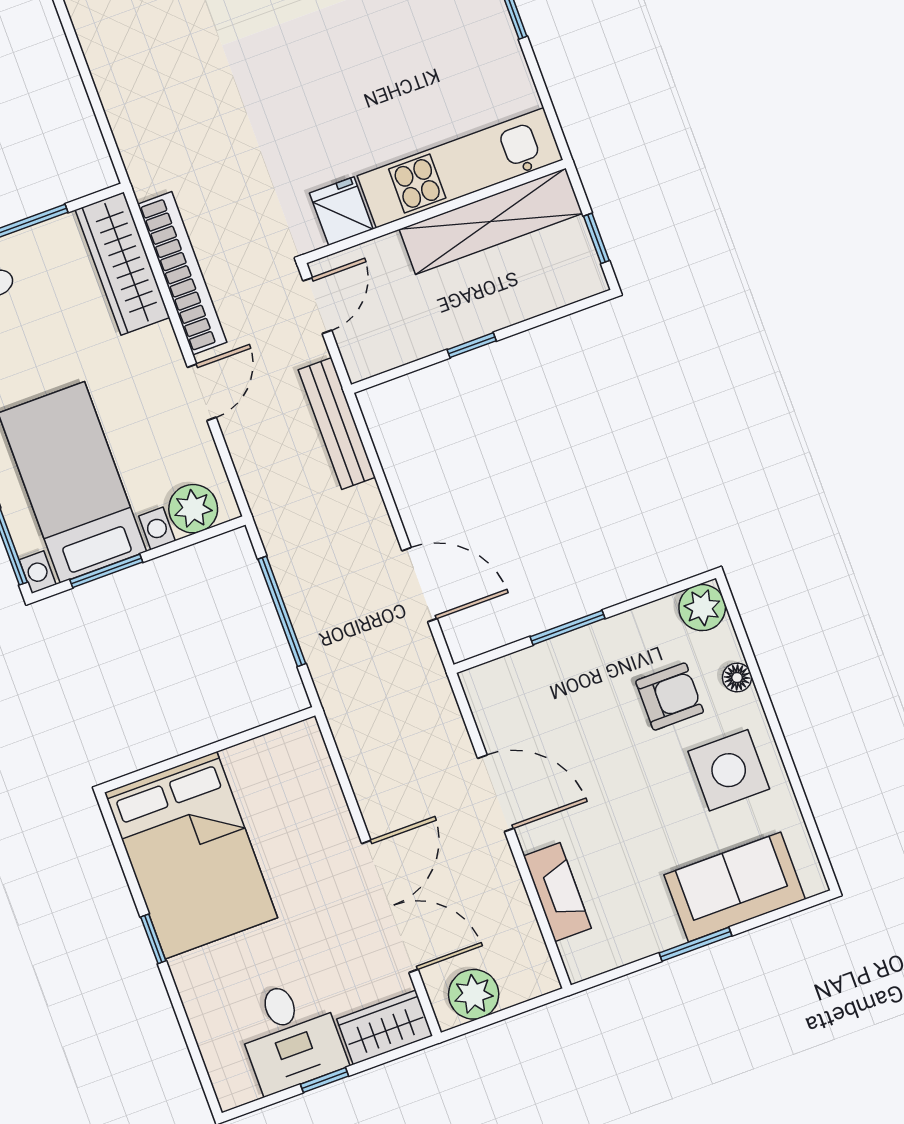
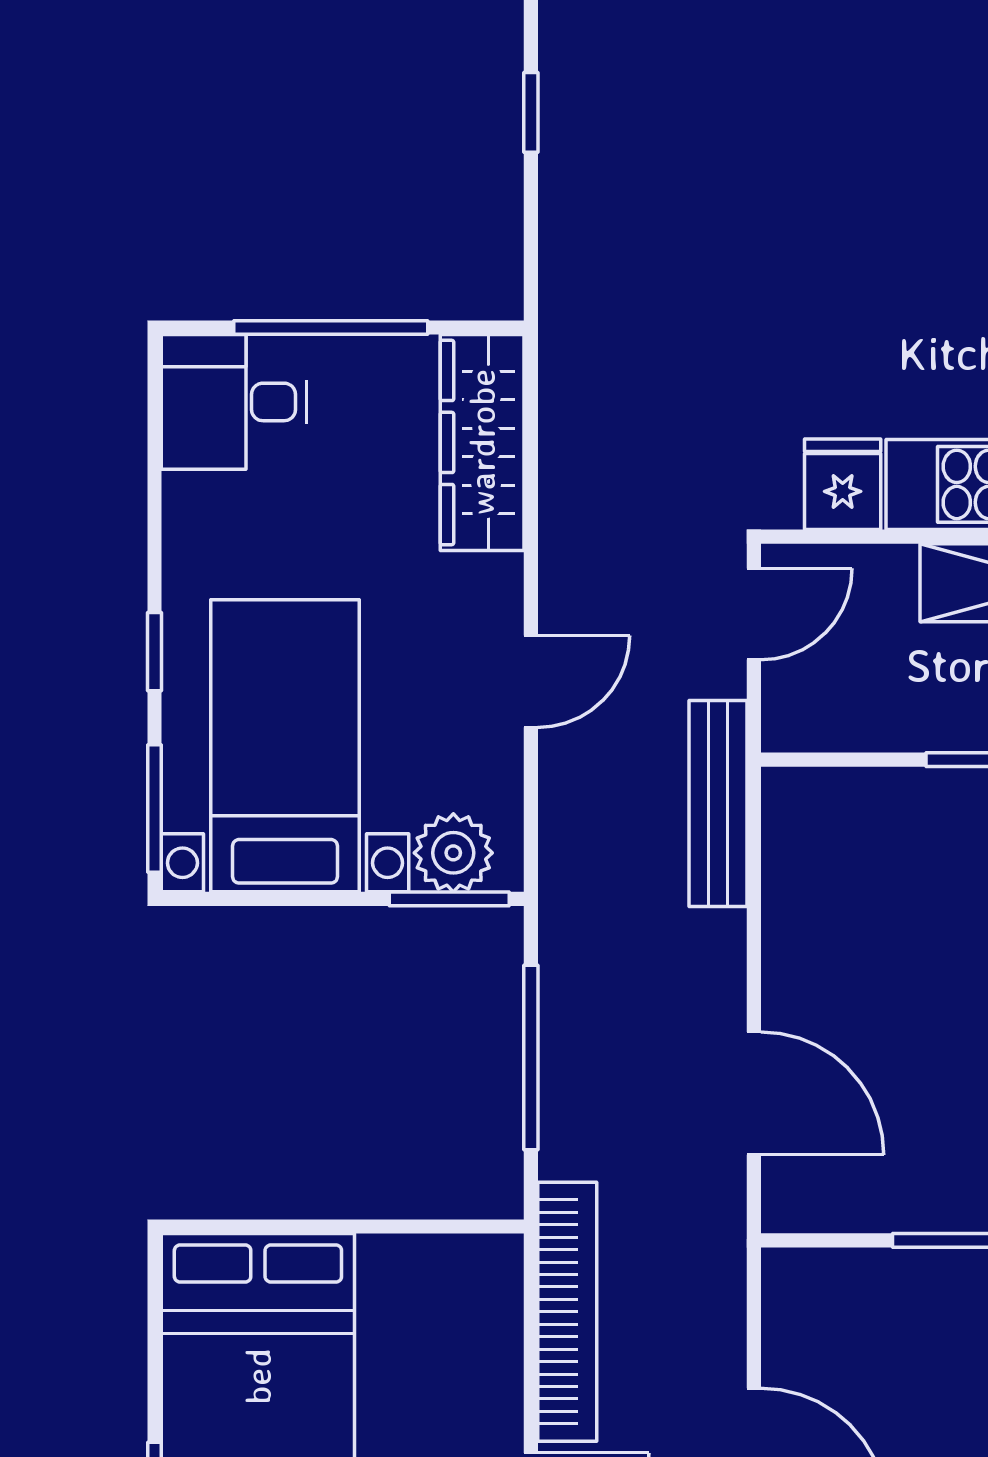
window: (81, 61) -> (531, 112), added
bookcase: (182, 273) -> (567, 1312), moved
window: (106, 571) -> (449, 899), moved

